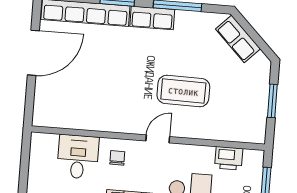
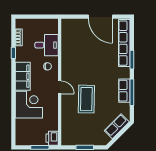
row of seats: (152, 18) -> (124, 91), moved
printer: (229, 158) -> (52, 138), moved

